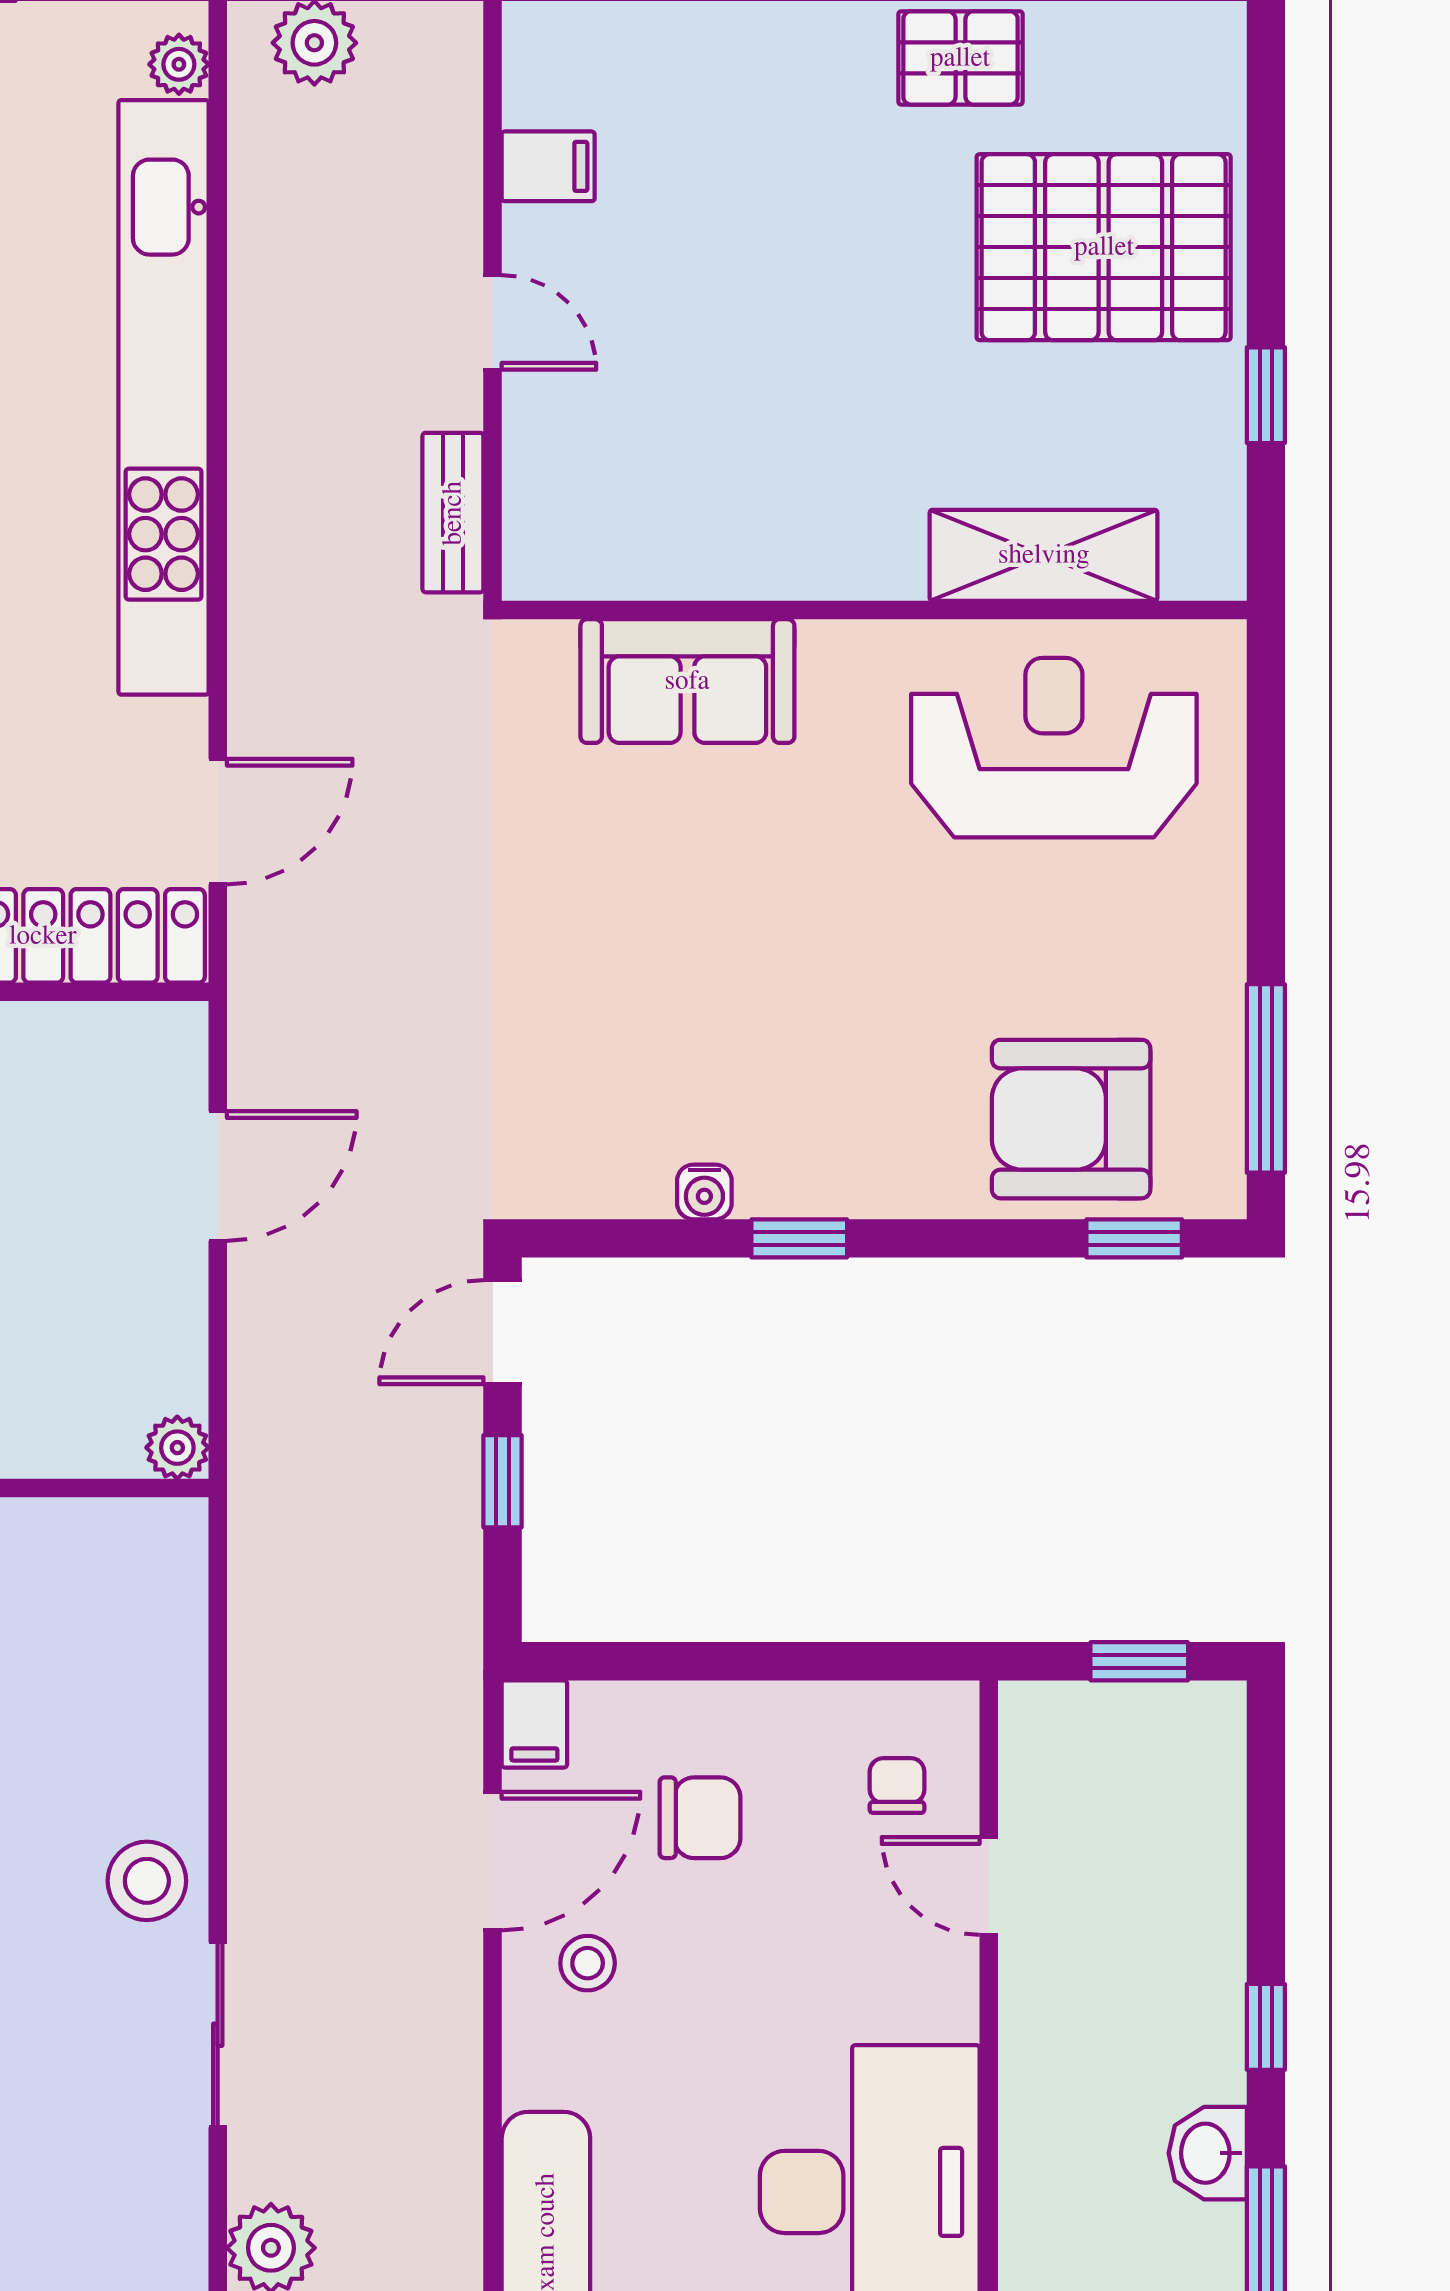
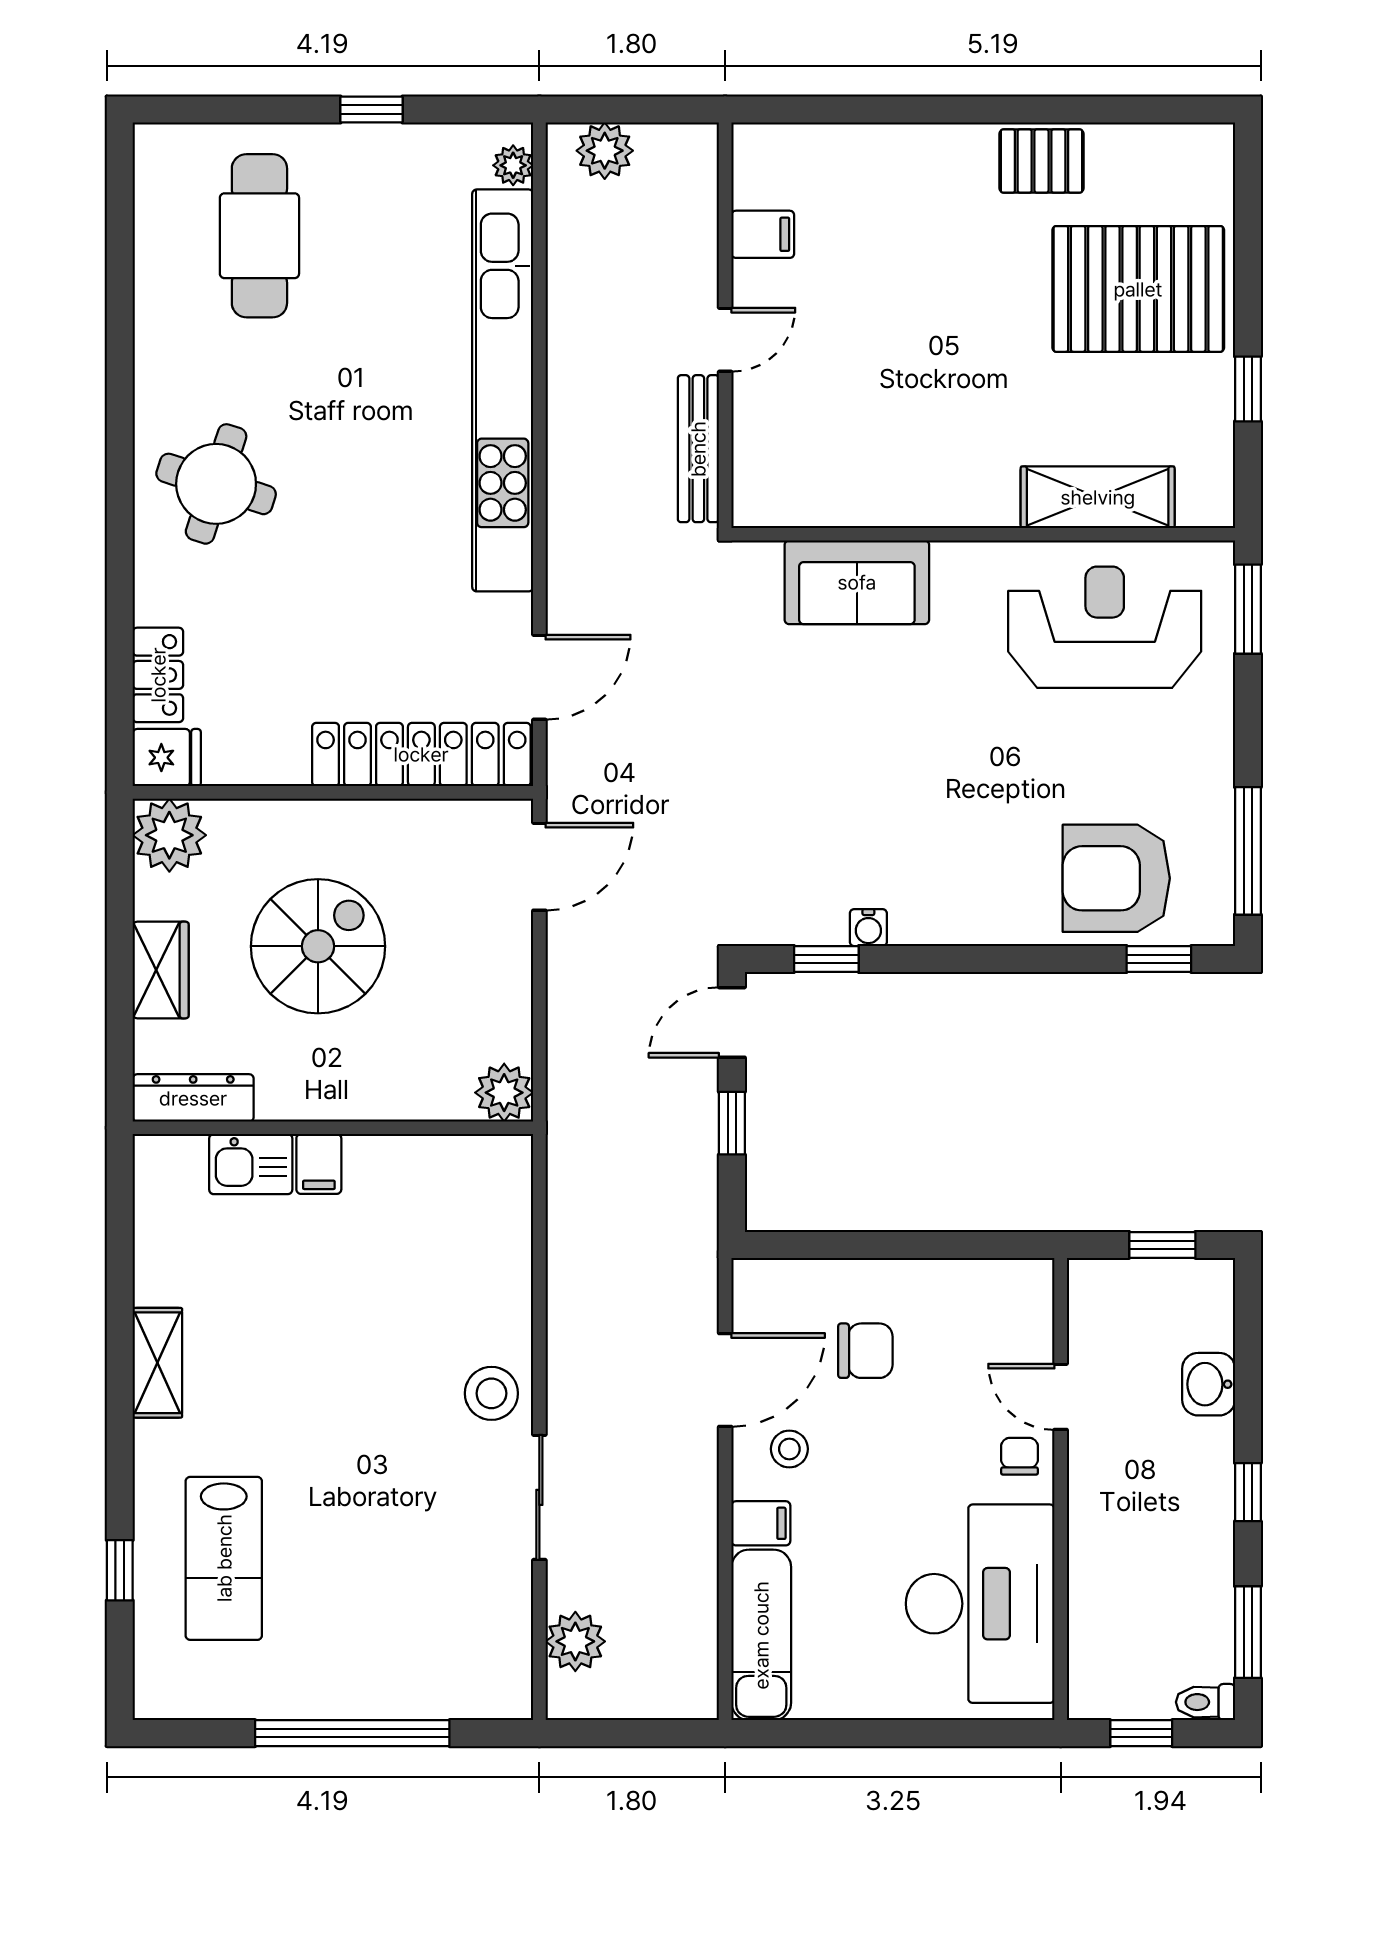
door: (493, 322) -> (725, 340), hinge flipped
bench: (453, 513) -> (698, 449), width x1.36
window: (1266, 721) -> (1248, 609), added
door: (218, 1176) -> (539, 867), moved
window: (799, 1238) -> (826, 959), moved
plant: (177, 1448) -> (504, 1093), width x1.38, depth x1.38
filing cabinet: (534, 1724) -> (761, 1523), moved, turned -90
chair: (897, 1786) -> (1019, 1456), moved
washbasin: (1208, 2153) -> (1209, 1384), moved

